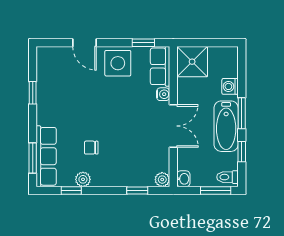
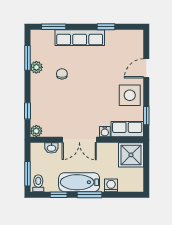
row of seats: (46, 156) -> (80, 38), moved
washbasin: (183, 179) -> (51, 148), moved
window: (71, 190) -> (27, 58), width x1.50

